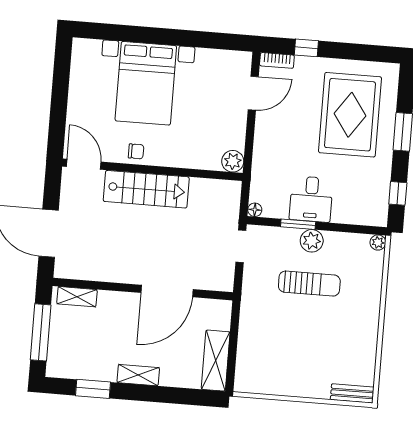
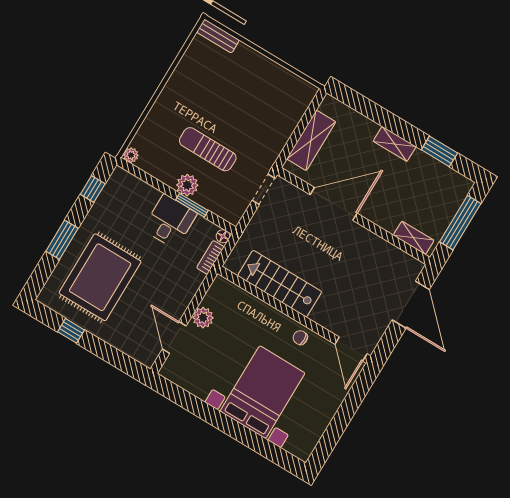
window: (306, 48) -> (71, 331), moved
bookcase: (277, 60) -> (210, 257), moved, turned -90
door: (253, 93) -> (174, 337), hinge flipped
plant: (233, 161) -> (203, 318), moved
stairs: (146, 189) -> (280, 284), moved
doorway: (241, 246) -> (264, 189), moved
shelving: (216, 361) -> (311, 140), moved

